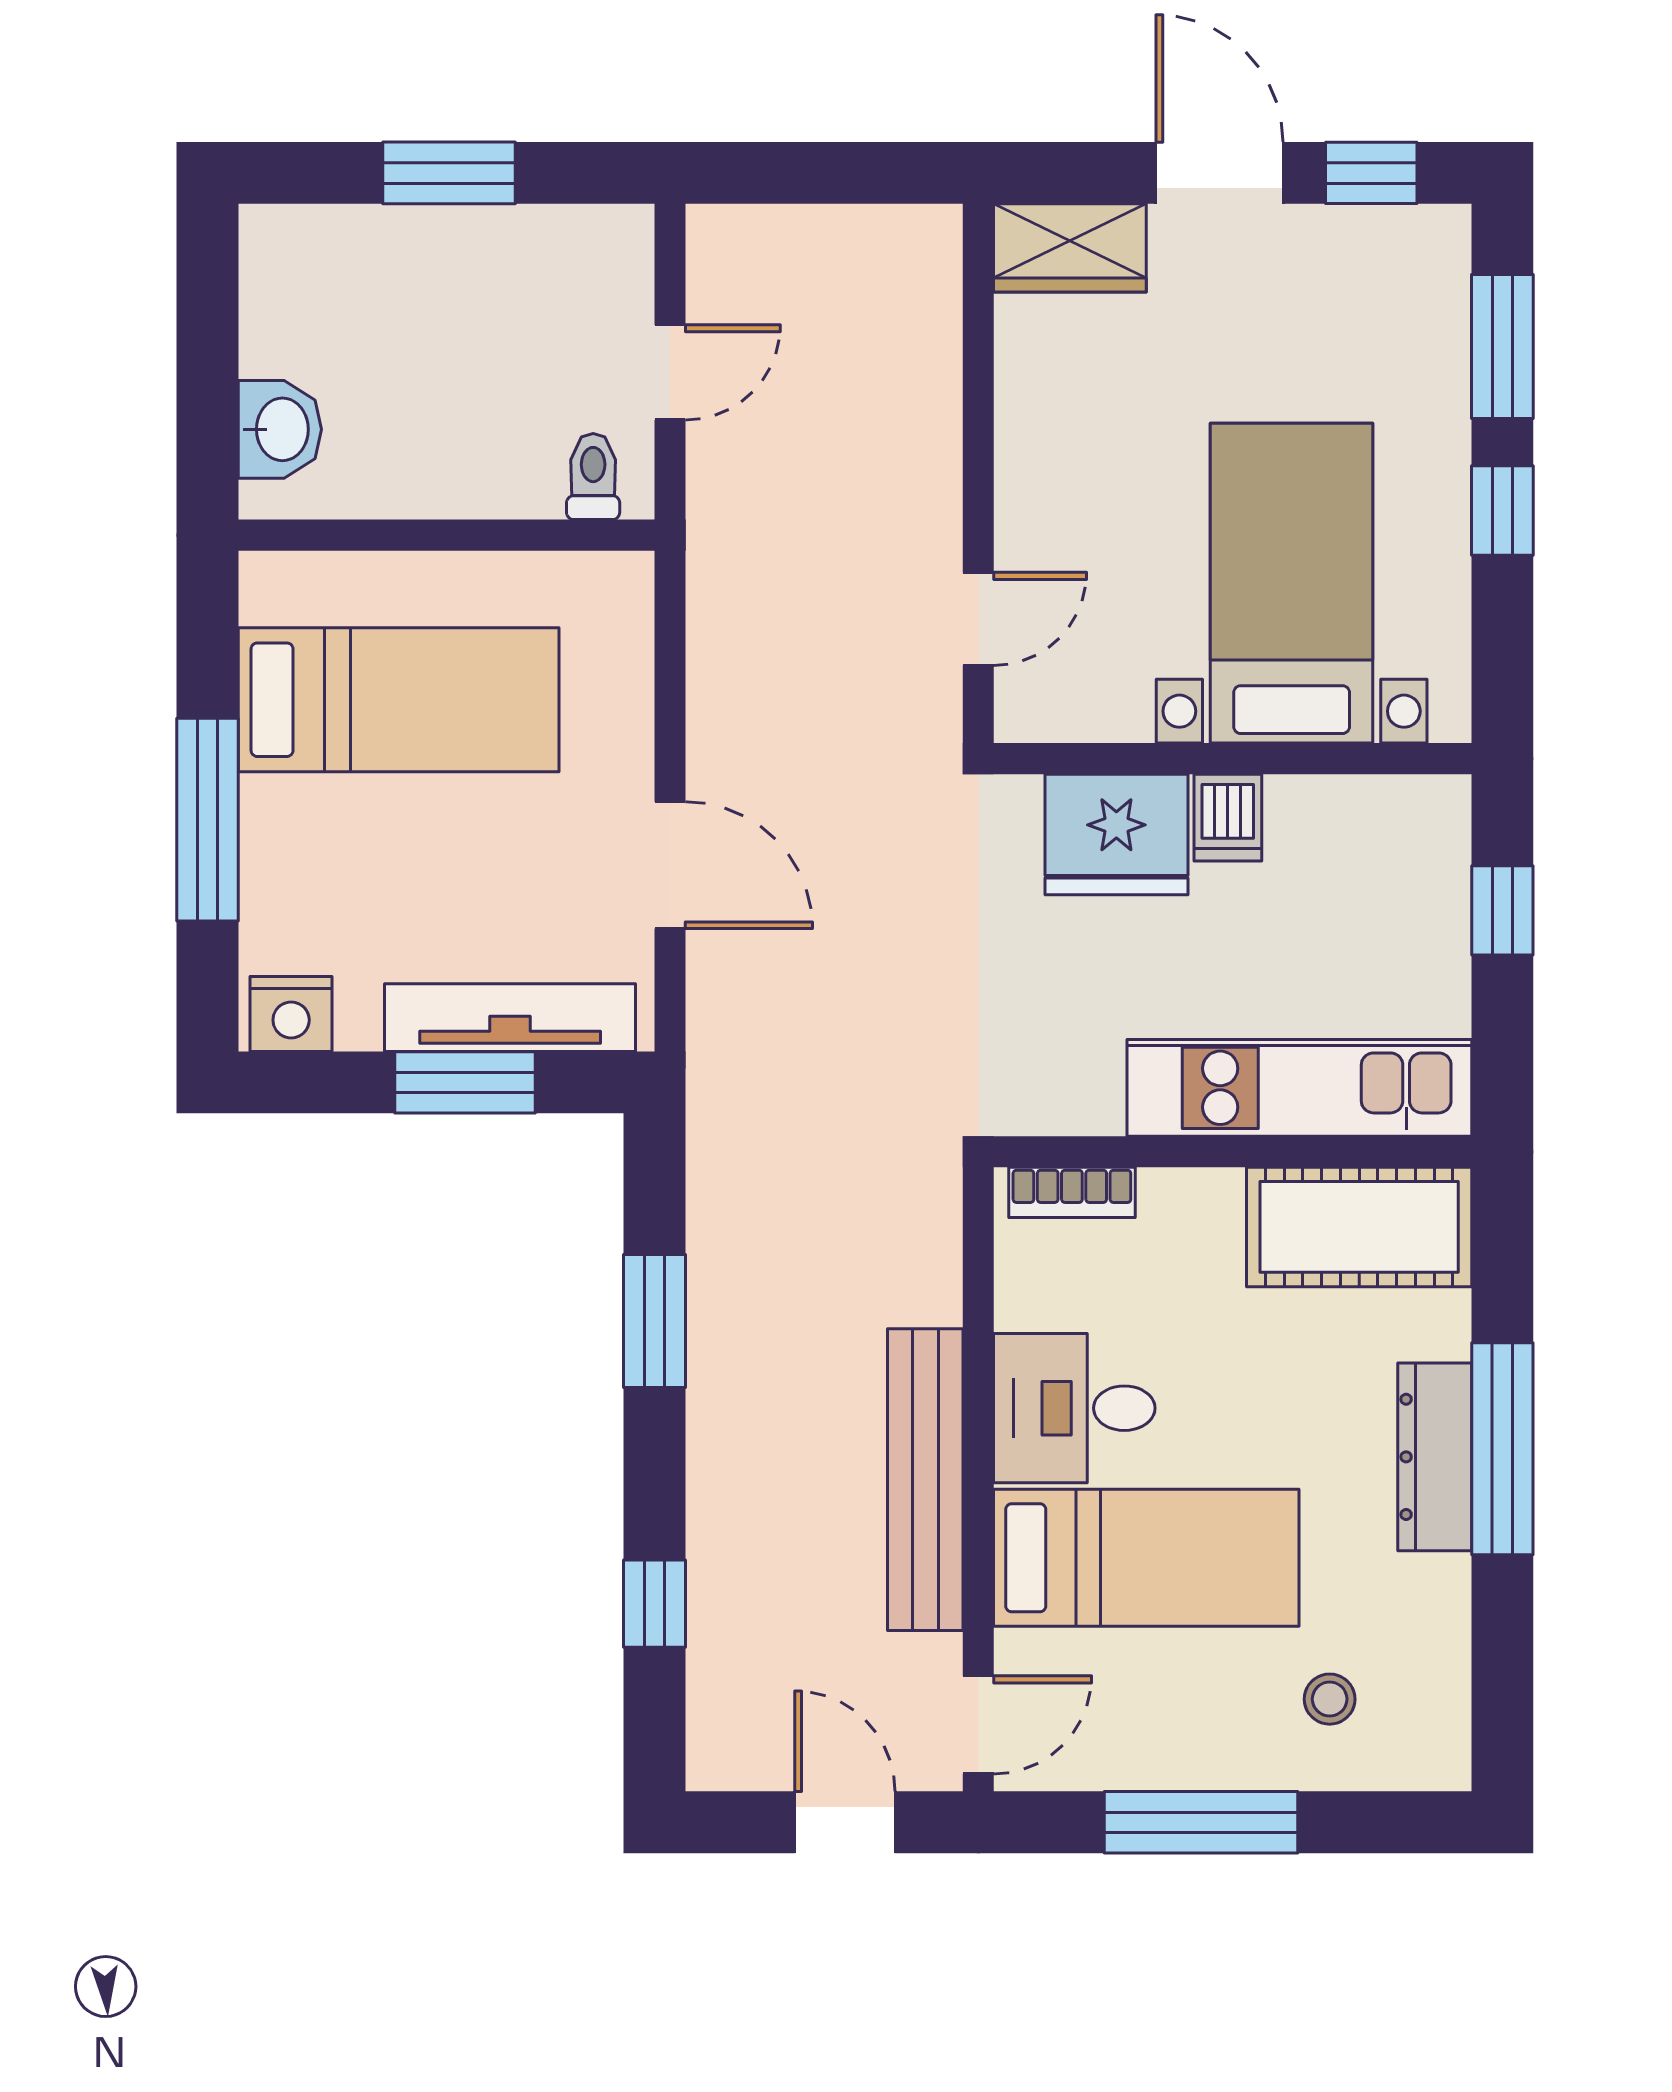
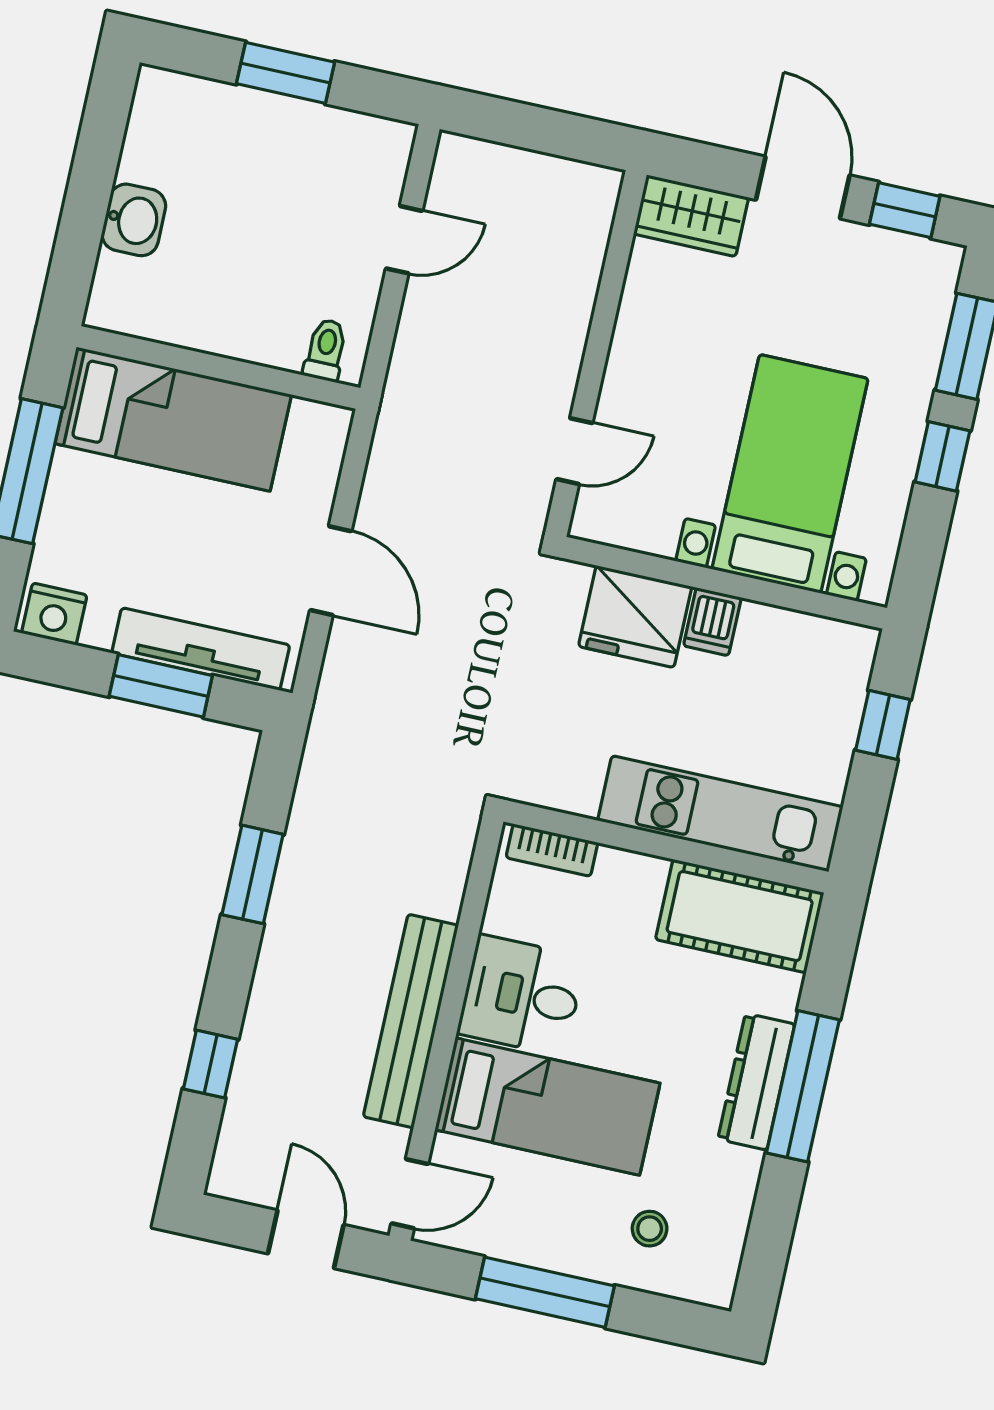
toilet: (593, 477) -> (326, 350), moved
wall: (446, 535) -> (218, 367), moved

